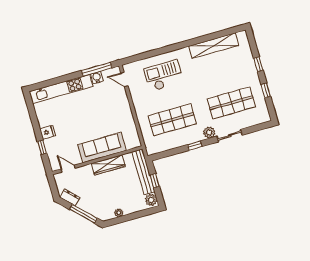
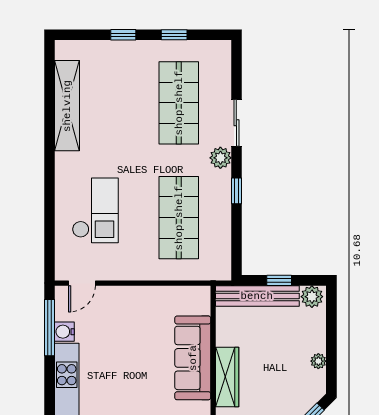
checkout: (164, 76) -> (95, 210), turned 180
wardrobe: (108, 165) -> (227, 377), moved

